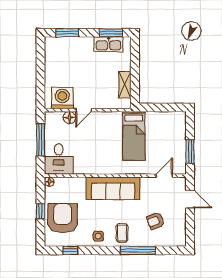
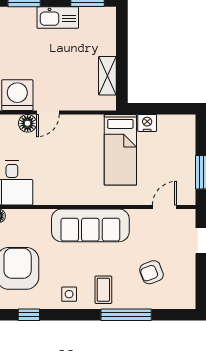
kitchen sink: (109, 44) -> (58, 17), moved
nightstand: (152, 117) -> (147, 123), added

